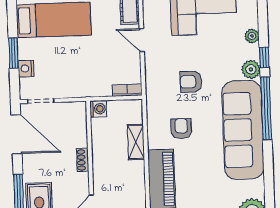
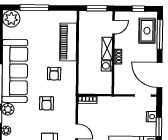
armchair: (191, 82) -> (47, 103), turned 90
washing machine: (98, 109) -> (107, 66), moved
shelving: (136, 142) -> (107, 48), moved

